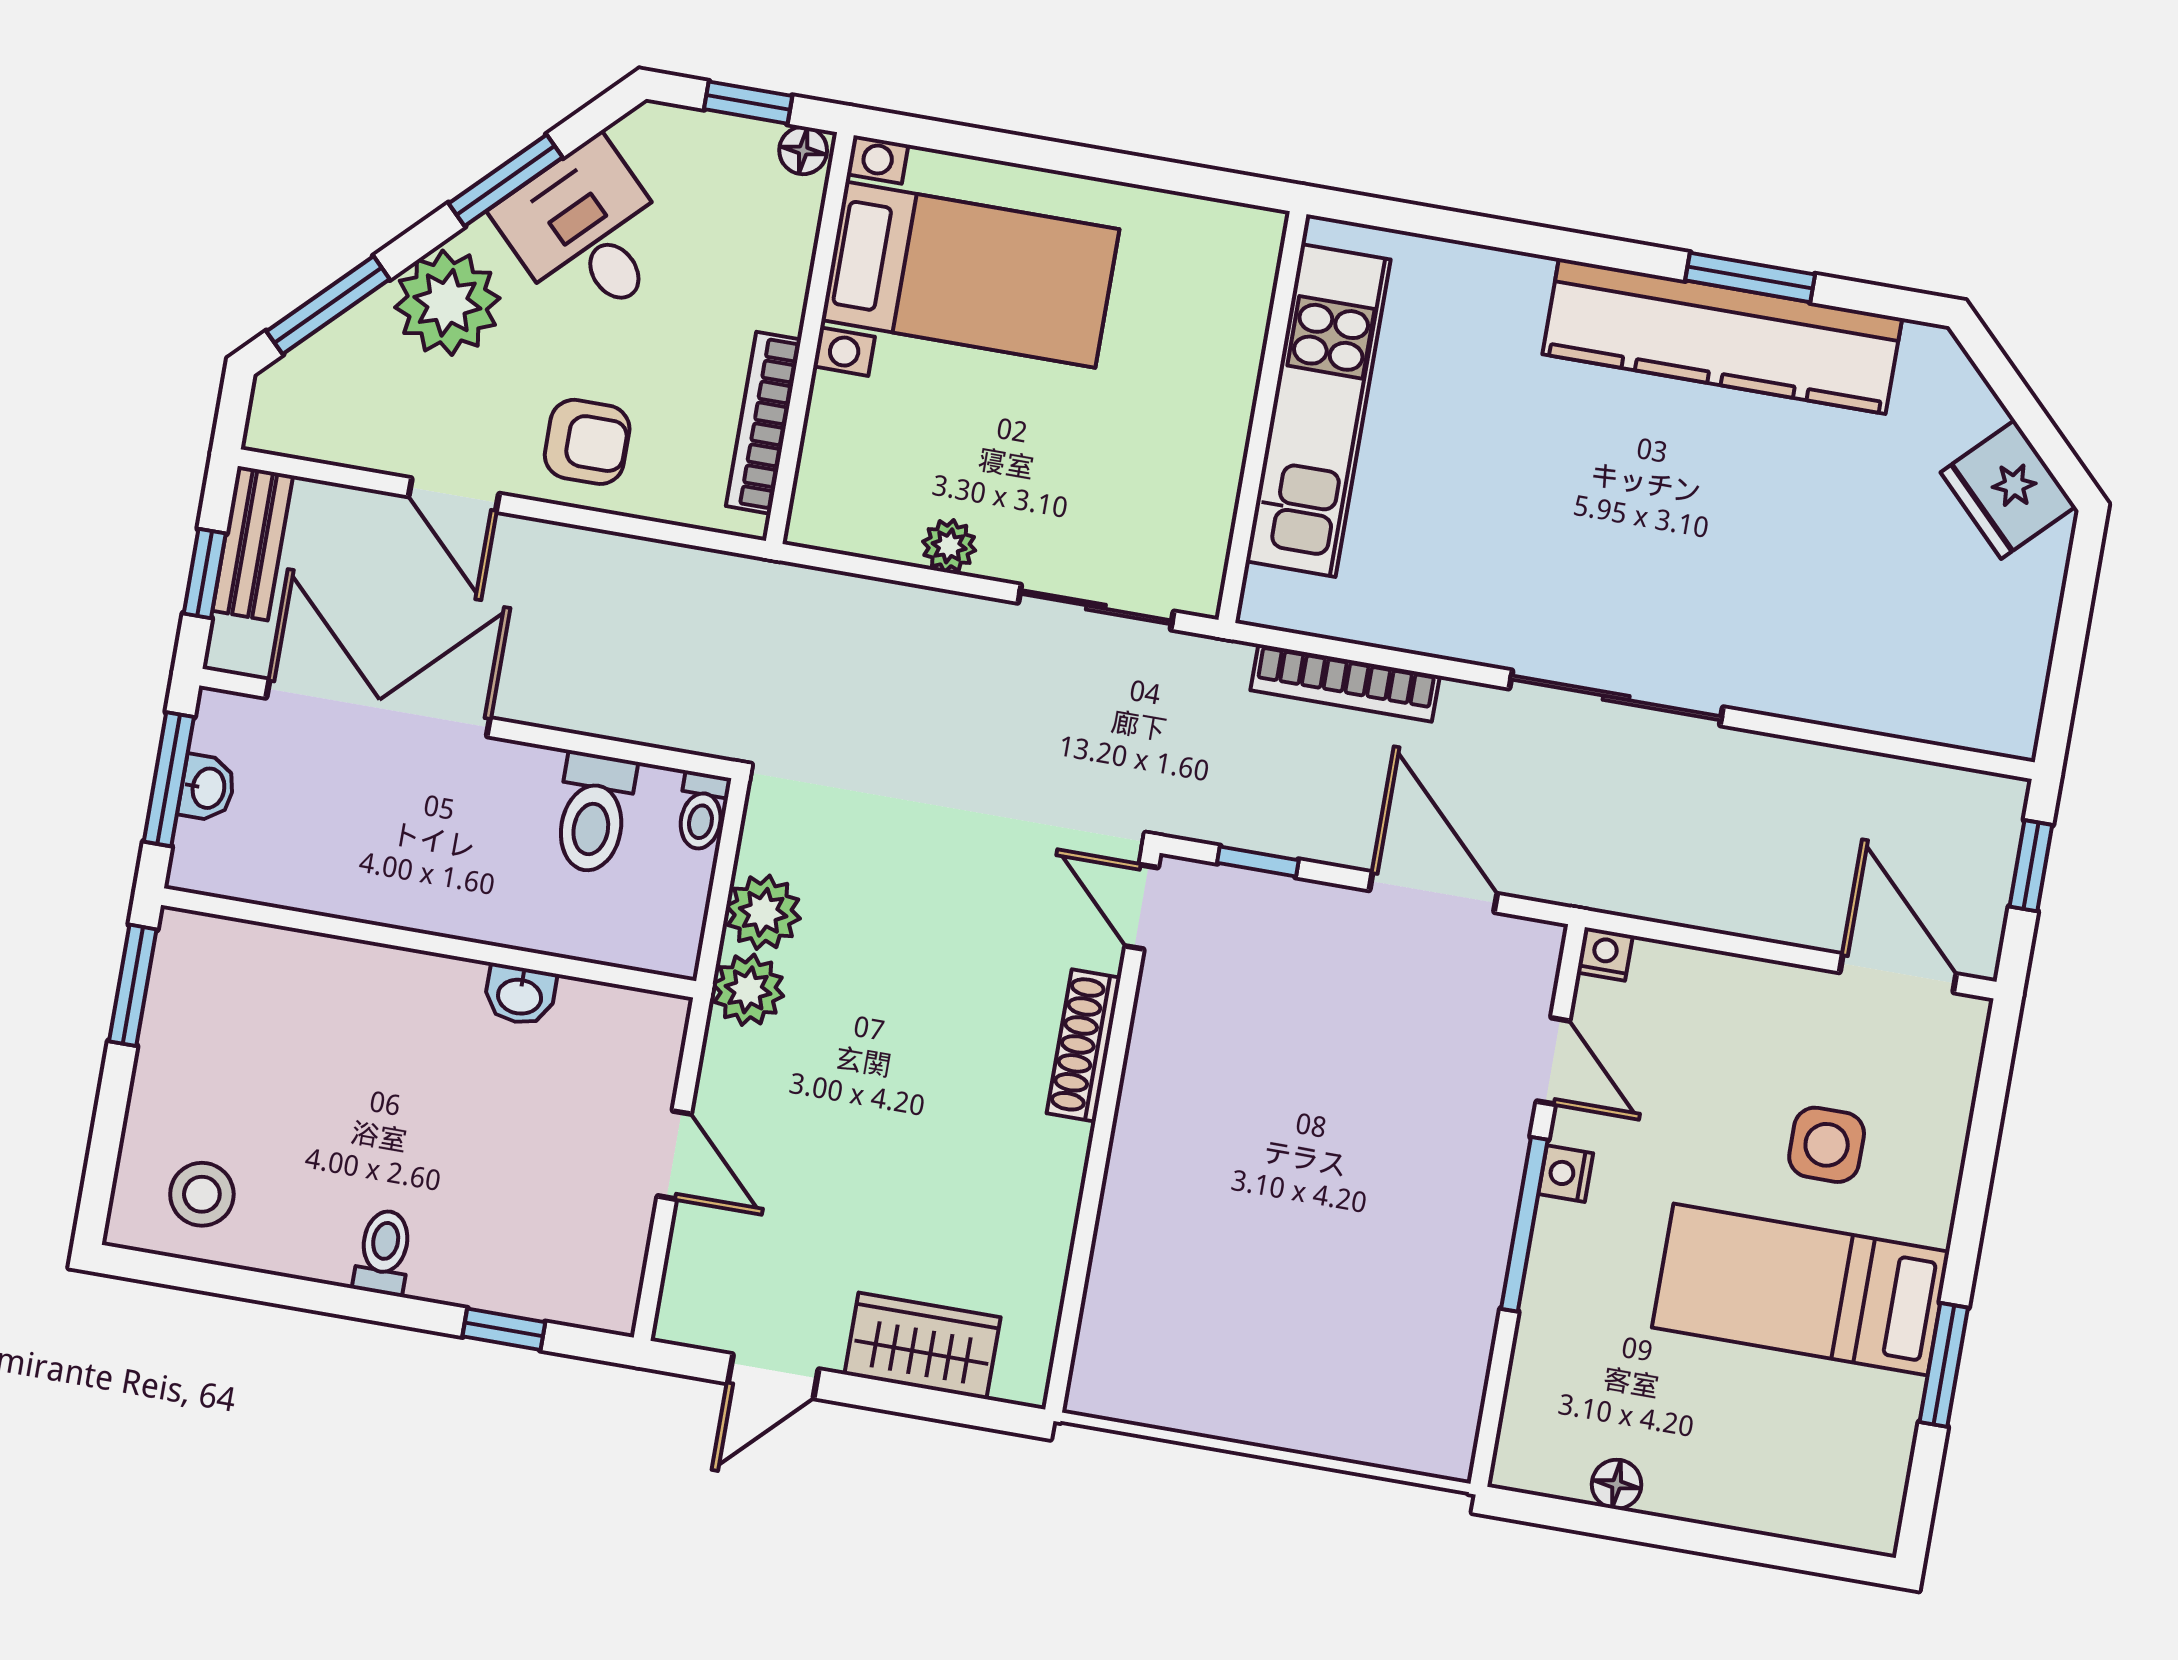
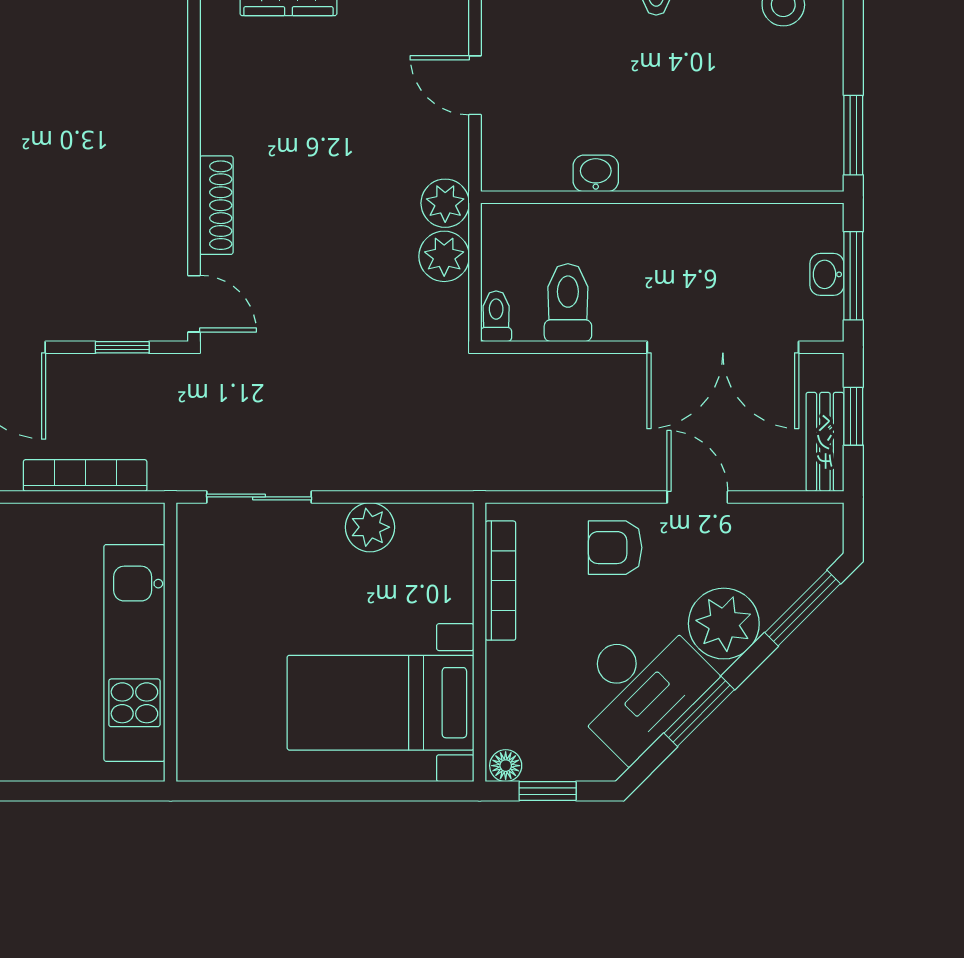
desk: (587, 233) -> (639, 686), width x1.37
plant: (949, 546) -> (370, 527), width x1.38, depth x1.38

